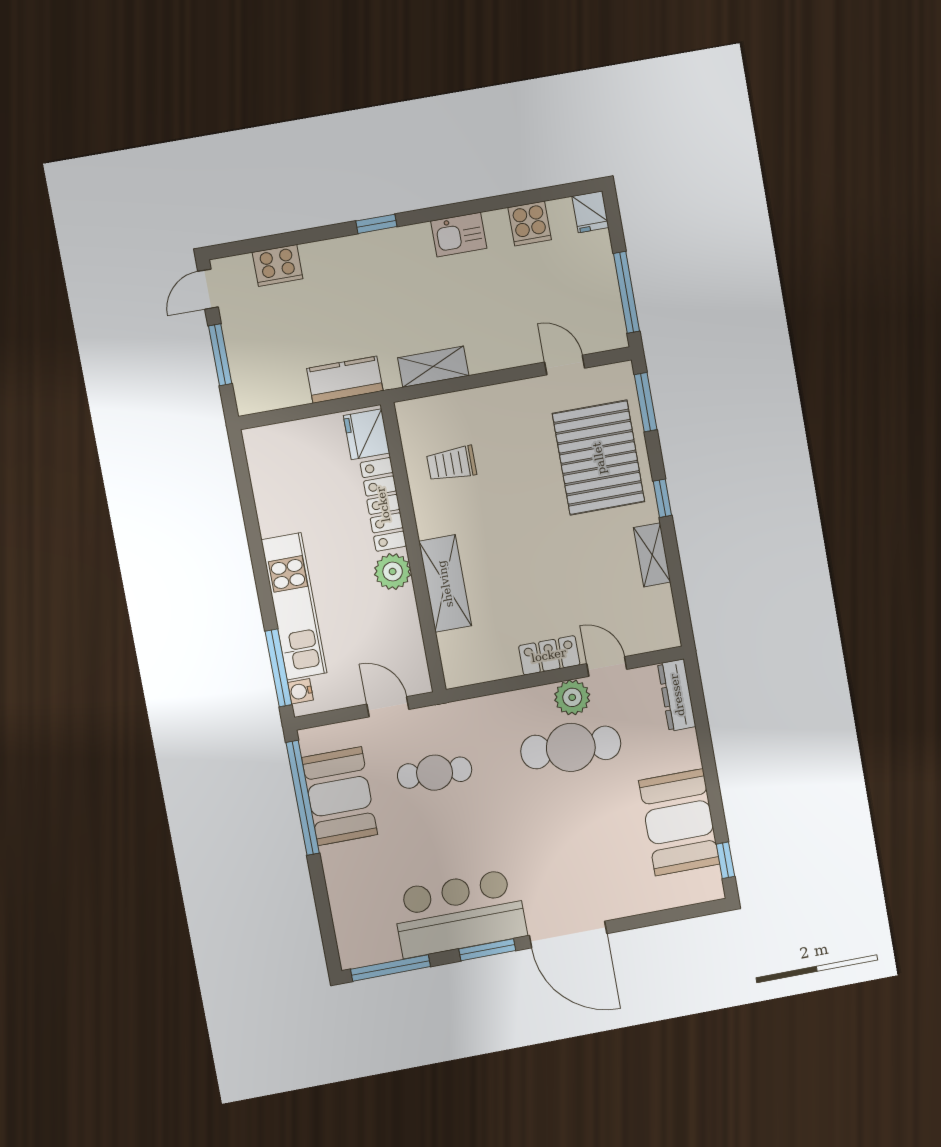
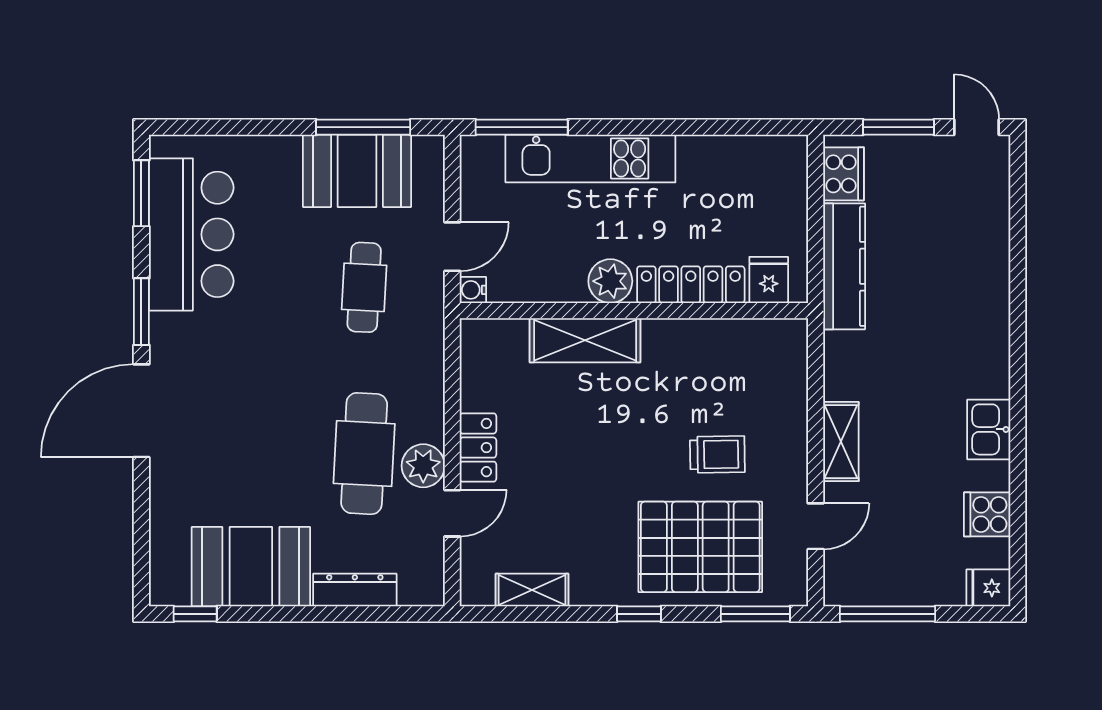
window: (376, 224) -> (1018, 336), removed
cooker: (278, 265) -> (843, 174), moved, turned 180
shelving: (433, 367) -> (841, 442), moved
kitchen counter: (345, 380) -> (844, 266), width x1.50
fridge: (367, 434) -> (769, 280), width x0.72
trolley: (452, 464) -> (717, 454), moved, turned 89
shelving: (652, 555) -> (532, 590), moved
water cooler: (300, 691) -> (473, 290), moved, turned -90
dresser: (677, 695) -> (355, 590), moved
window: (303, 798) -> (363, 127), width x0.68
bar counter: (459, 913) -> (191, 234), moved
window: (391, 968) -> (141, 193), width x0.69

